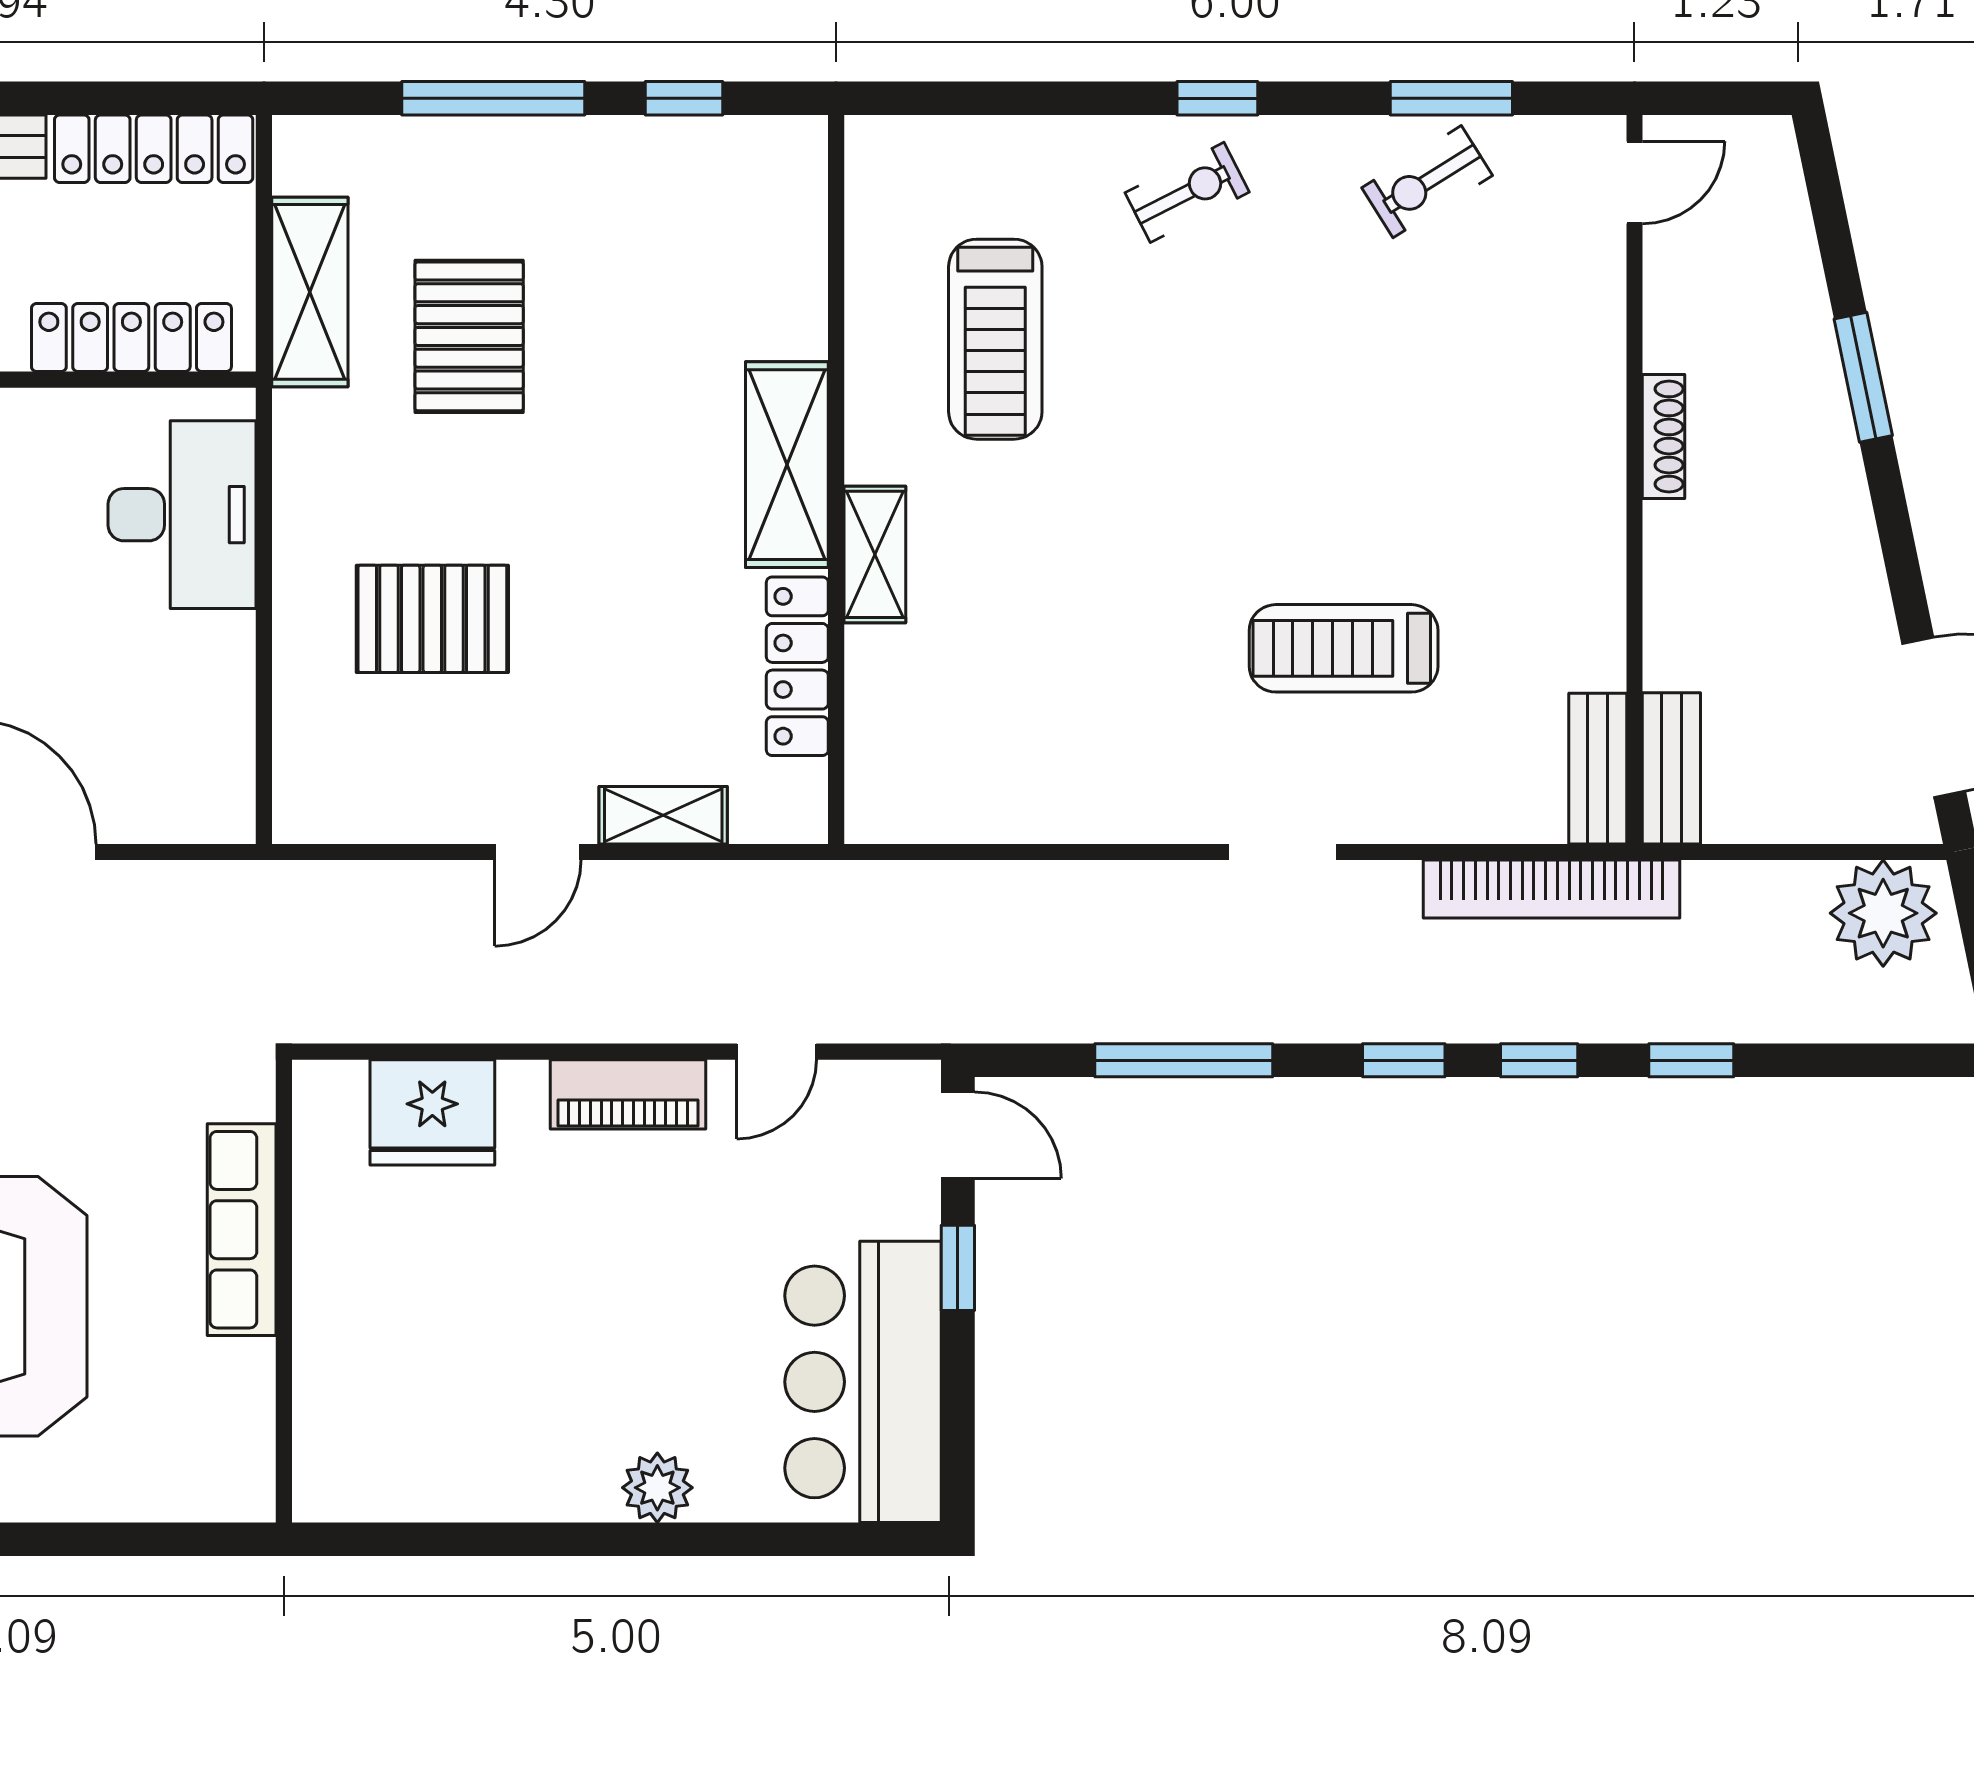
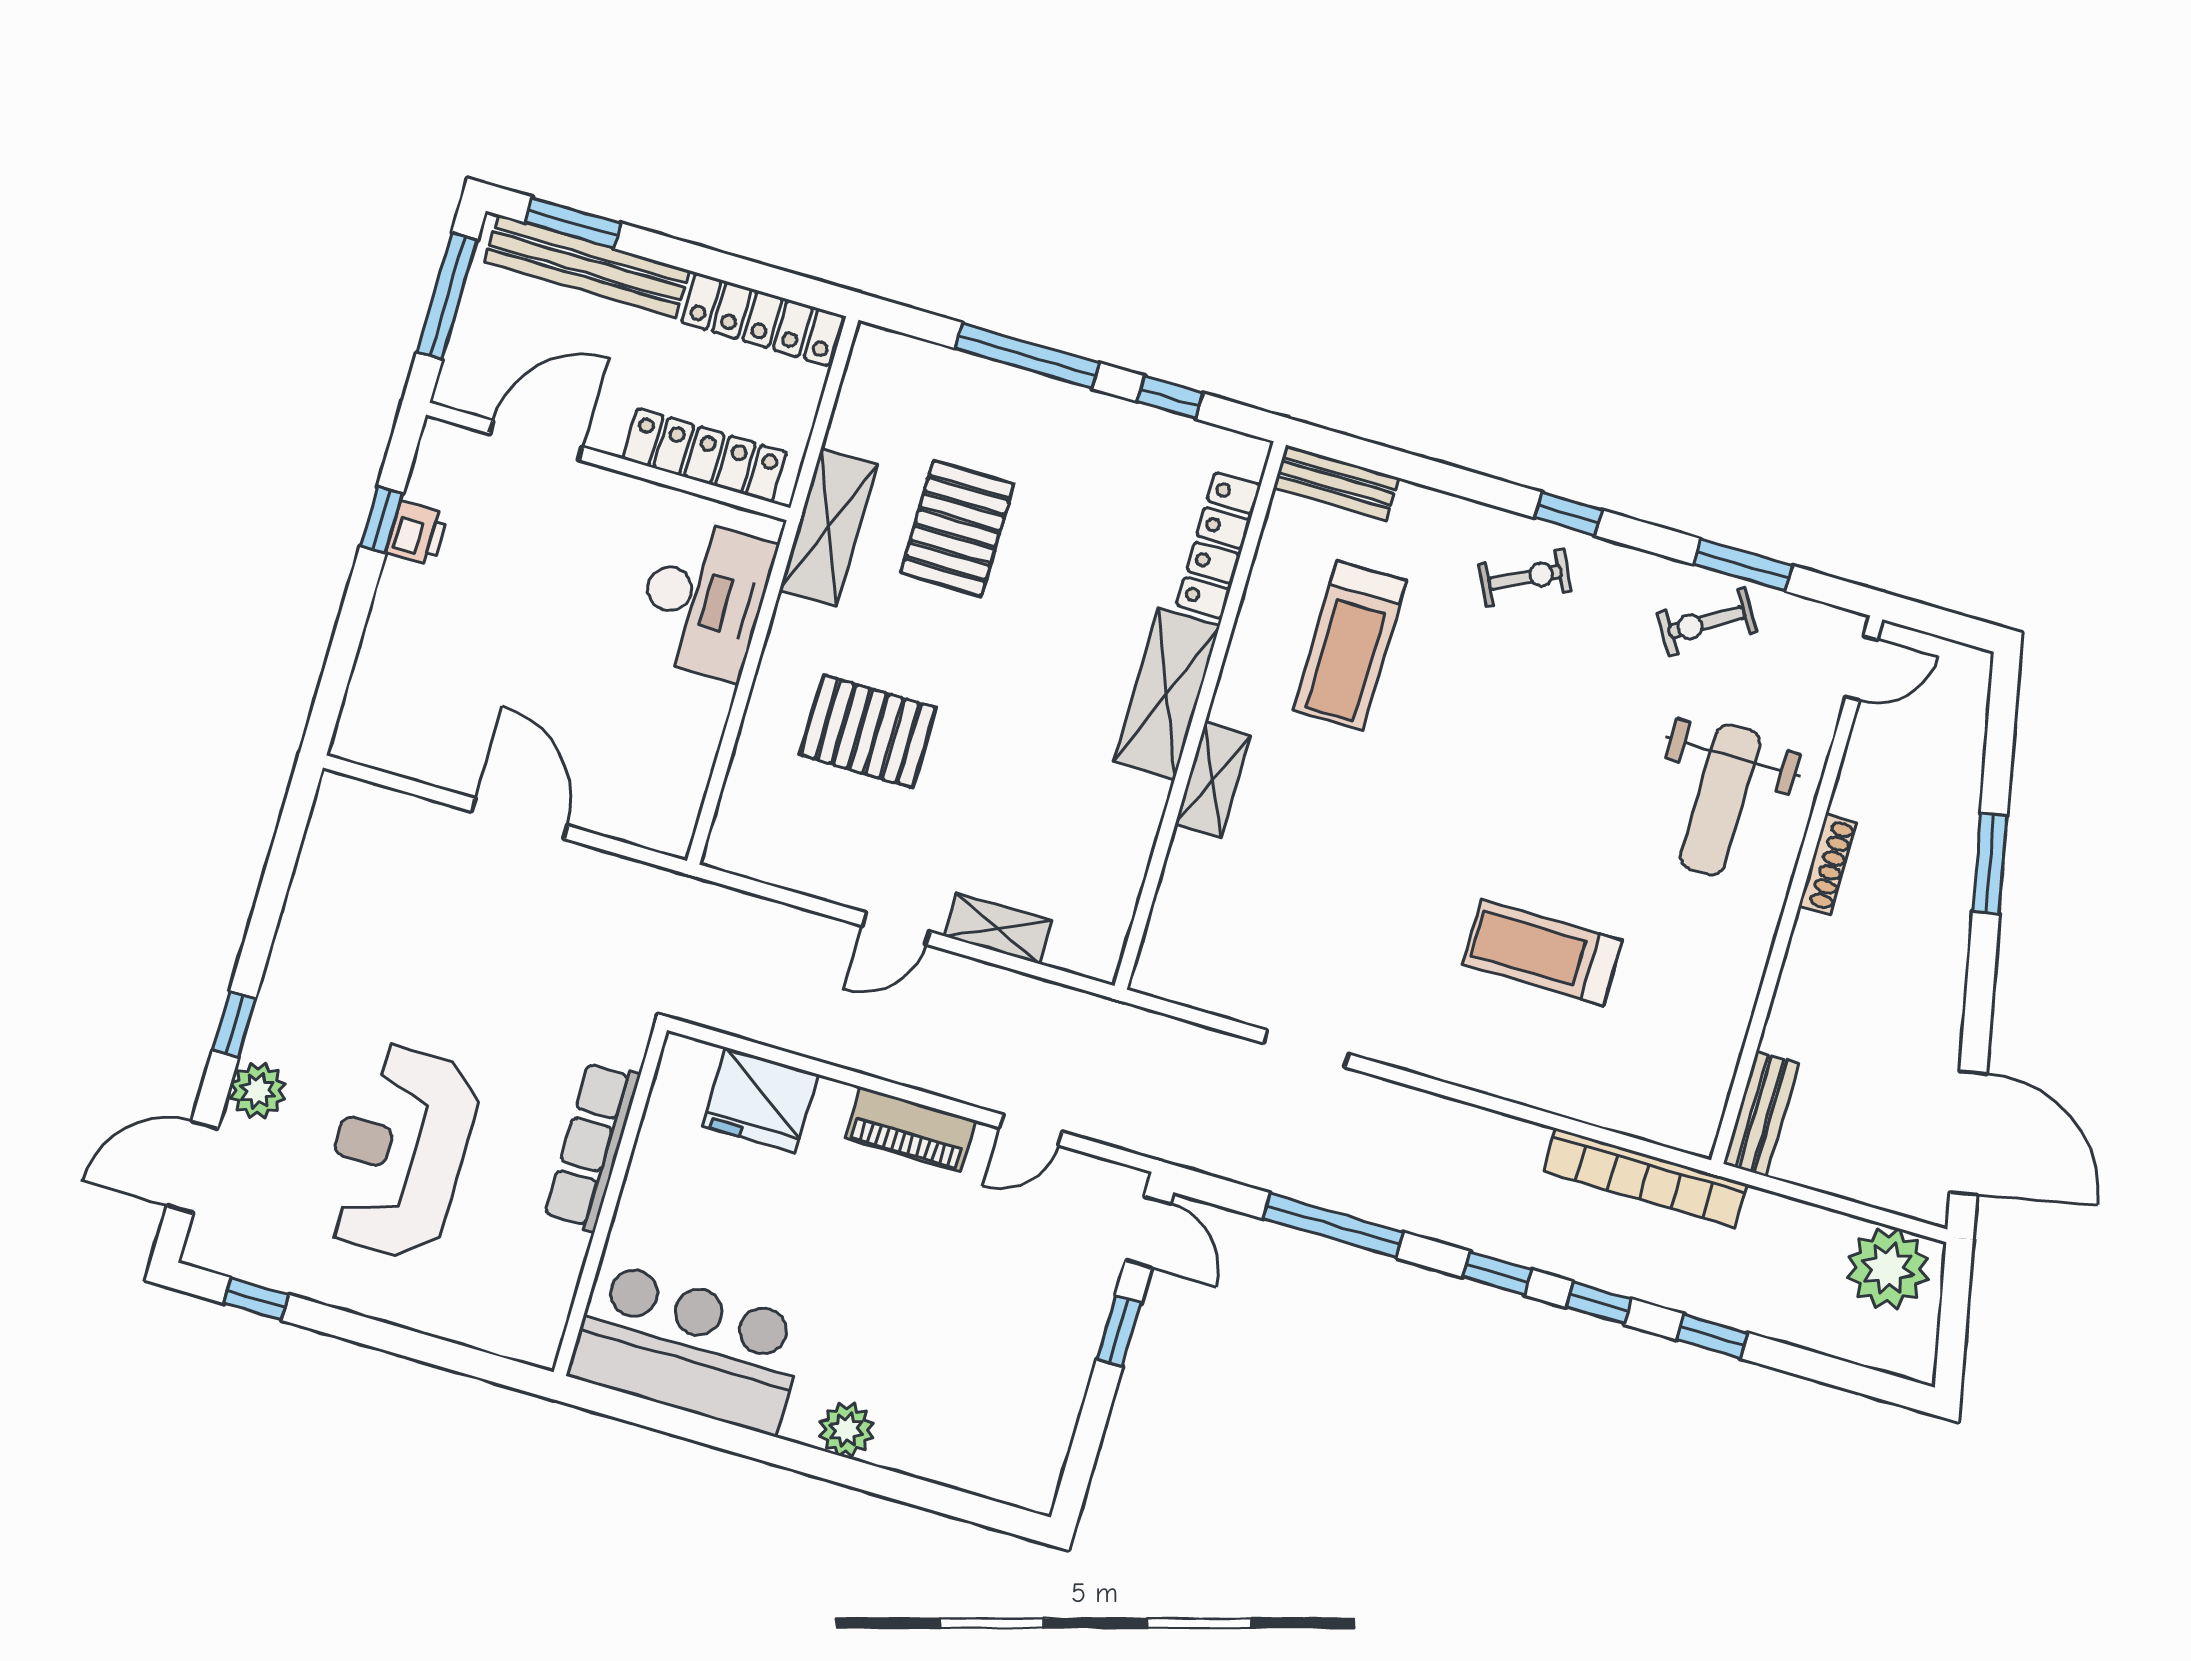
shelving: (310, 292) -> (828, 527), moved
weight bench: (1508, 396) -> (1720, 800), added
locker: (797, 666) -> (1218, 545), moved
bench: (1598, 769) -> (1336, 483), moved, turned 90
doorway: (1283, 852) -> (1306, 1048), moved
bar counter: (863, 1382) -> (688, 1348), moved, turned 90

